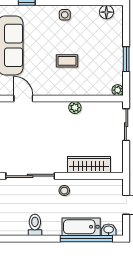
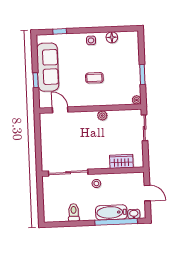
floor lamp: (106, 12) -> (112, 37), moved
wardrobe: (89, 165) -> (121, 161), width x0.67

